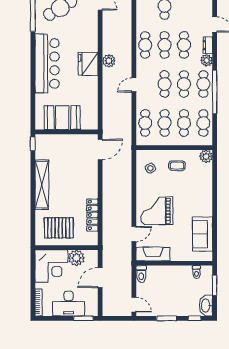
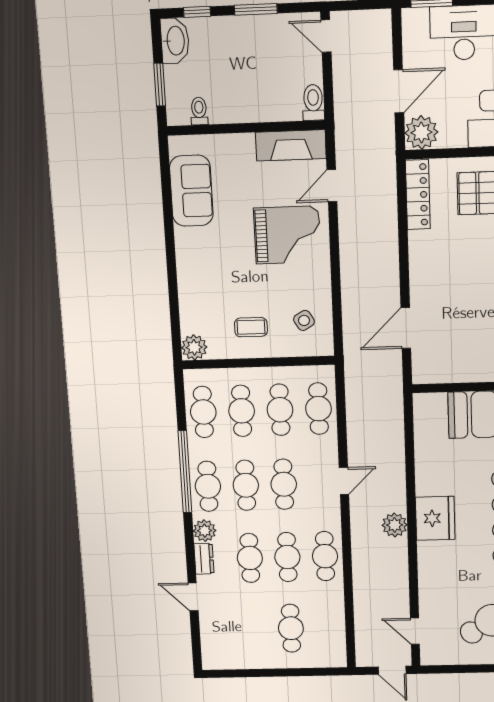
door: (100, 149) -> (406, 328), moved
locker: (92, 215) -> (418, 195), moved
plant: (76, 258) -> (421, 132), moved

